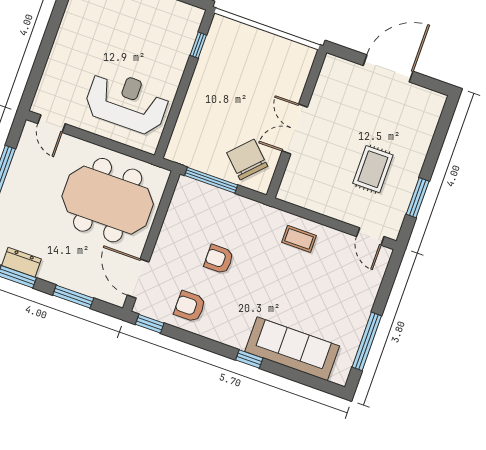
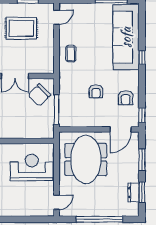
reception desk: (127, 102) -> (32, 167), turned 90
rug: (373, 169) -> (21, 28), width x1.36, depth x1.43
sofa: (292, 349) -> (126, 37), width x1.36, depth x1.27

